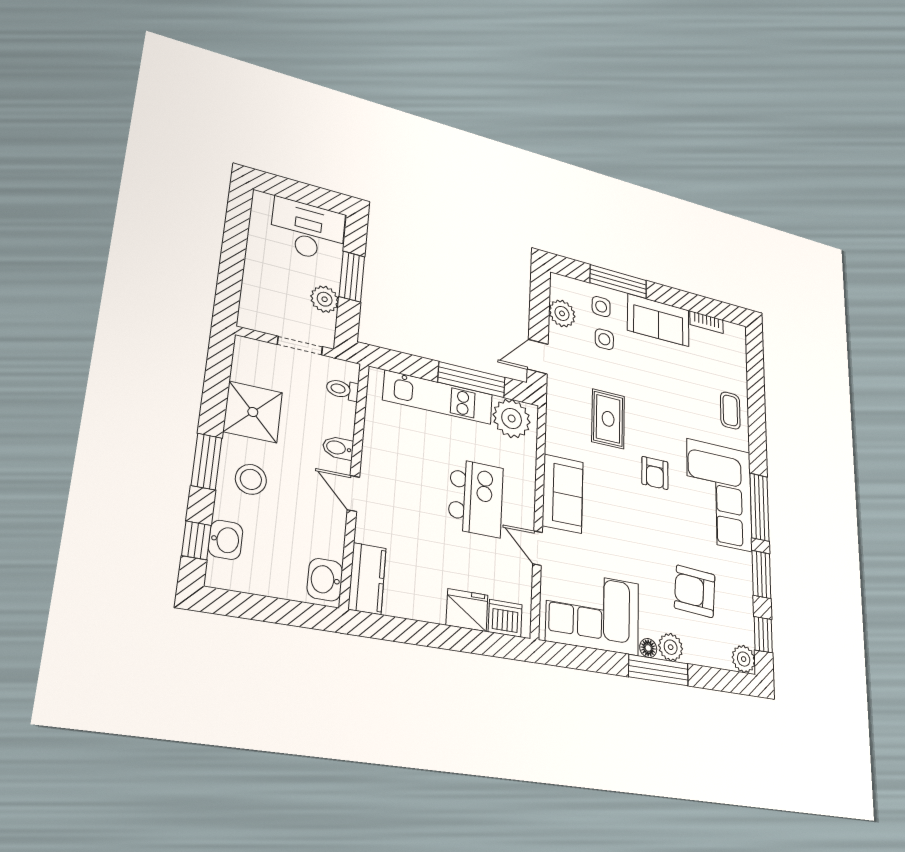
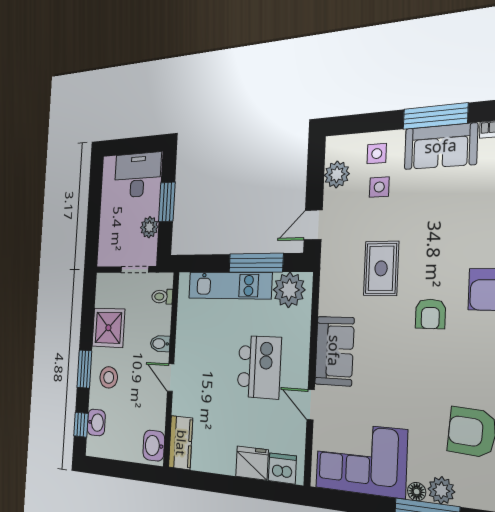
window: (618, 282) -> (435, 116), moved

